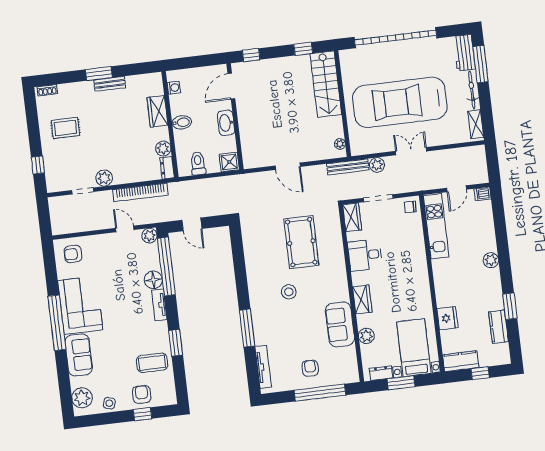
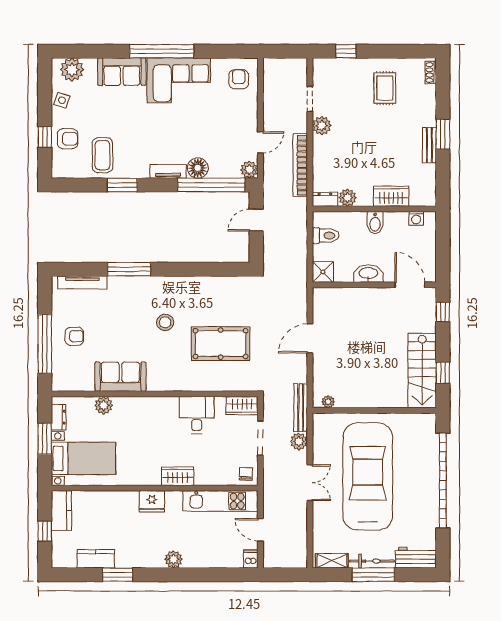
window: (481, 64) -> (373, 575), moved
stairs: (326, 84) -> (422, 371), moved, turned -90
wardrobe: (362, 300) -> (178, 476), moved, turned 180
fridge: (448, 318) -> (152, 501), moved

